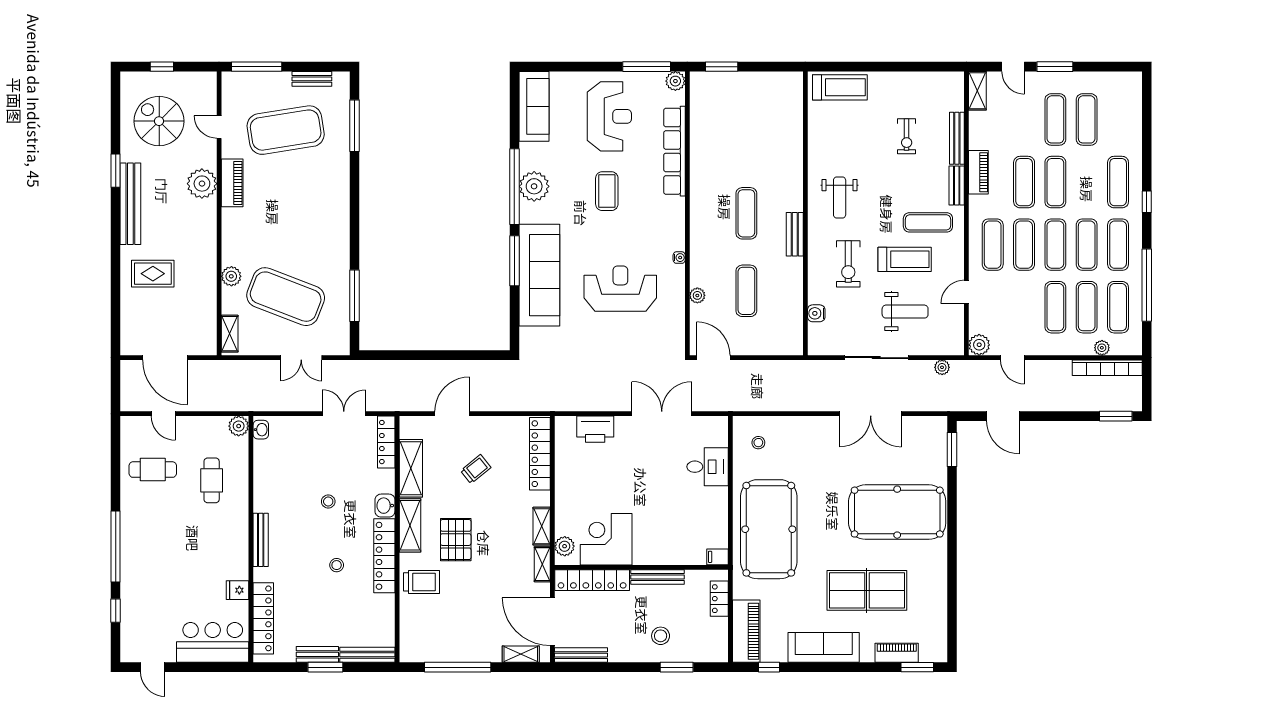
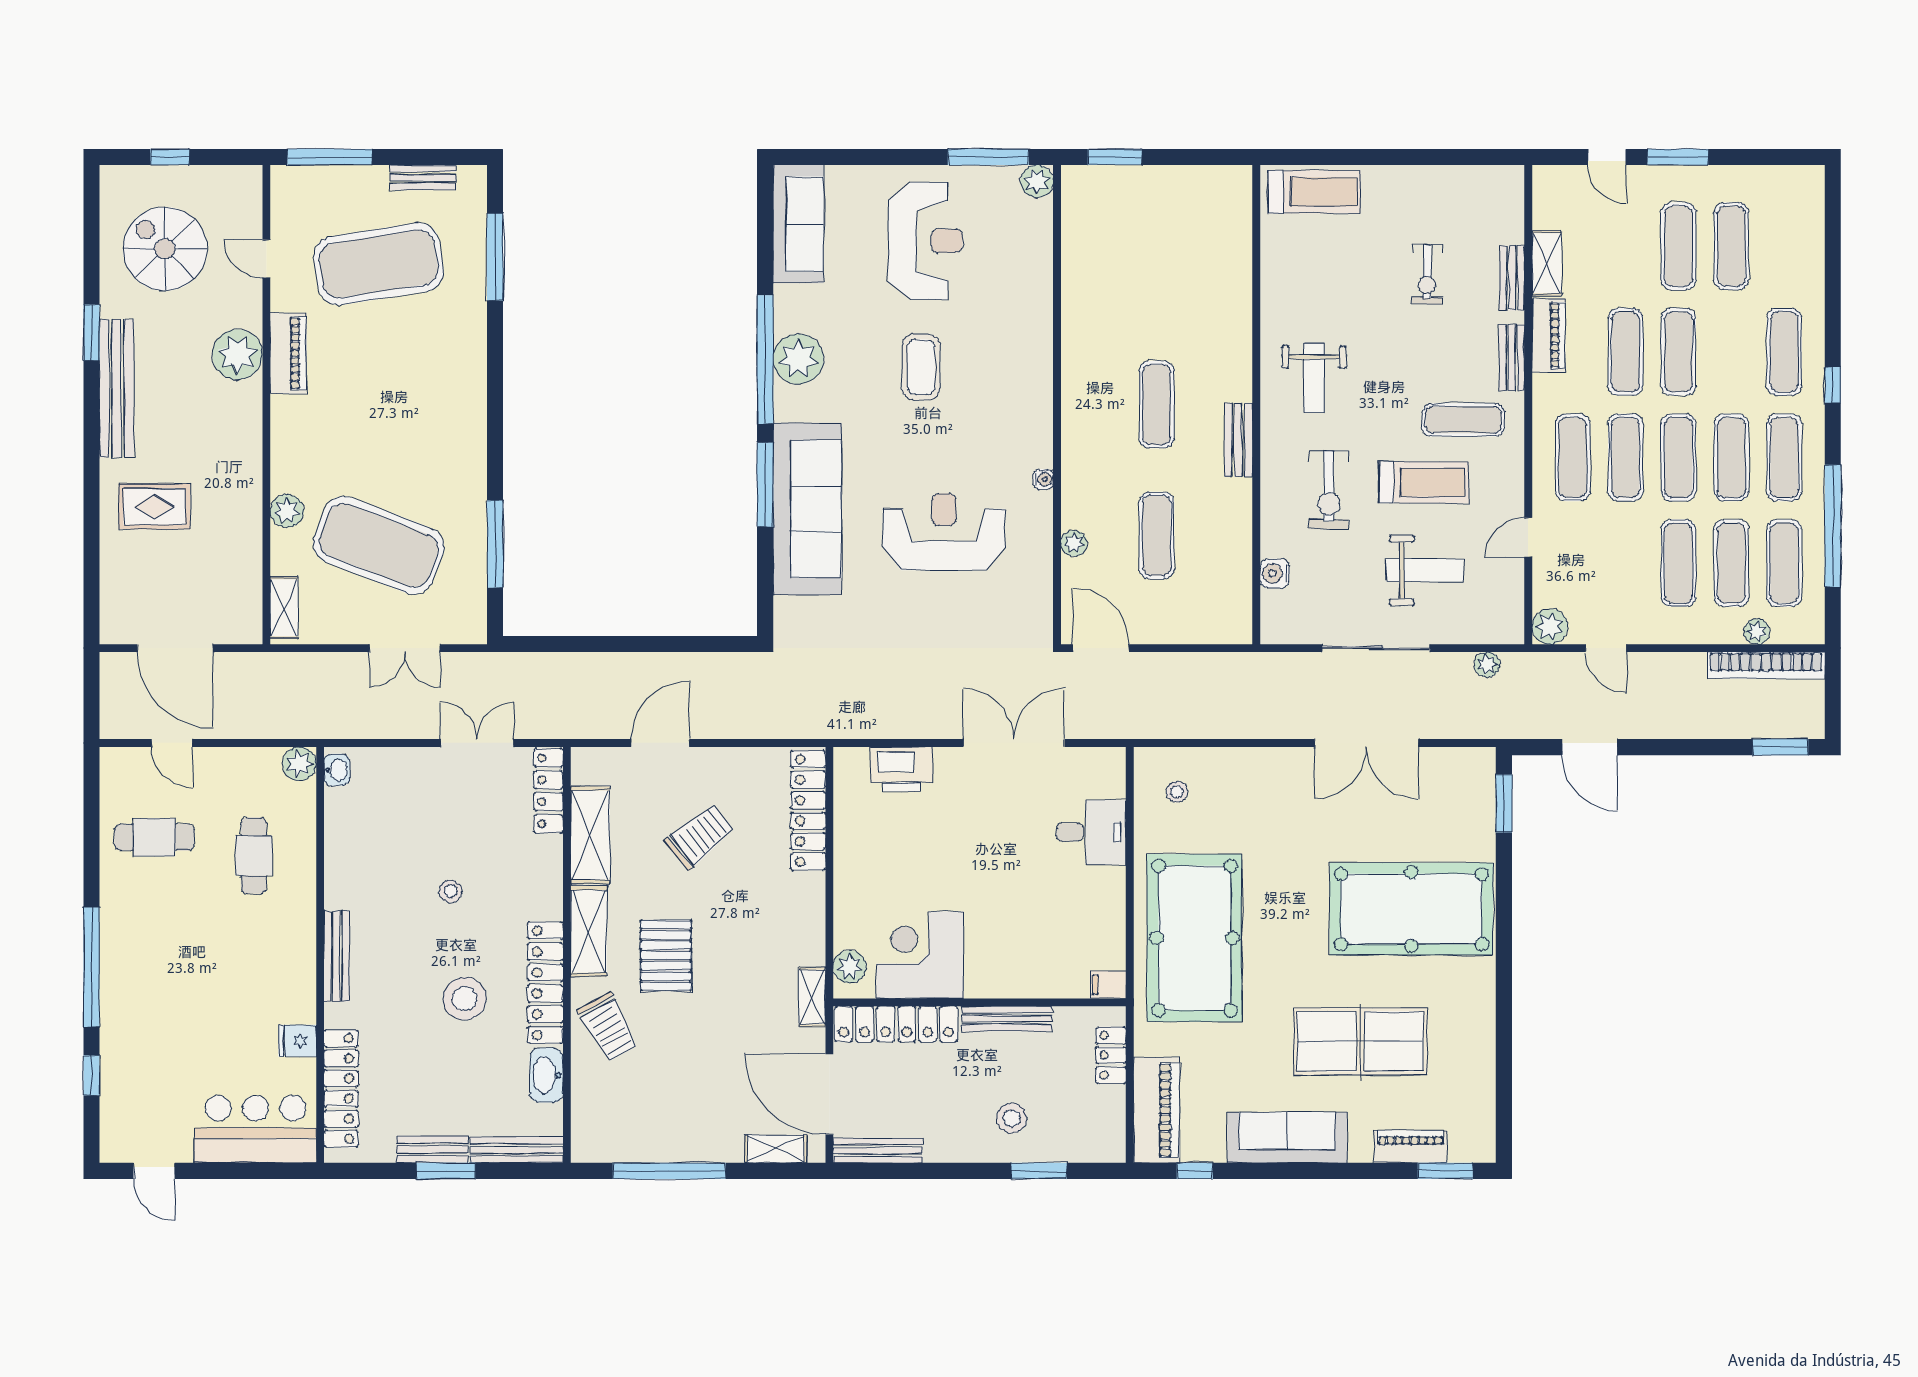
shelving: (977, 91) -> (1547, 263), moved
bench: (957, 138) -> (1512, 278), width x0.73
row of seats: (674, 151) -> (1035, 300), removed
trolley: (476, 469) -> (700, 837), width x1.36, depth x1.39
washbasin: (385, 506) -> (546, 1075), moved, width x1.38
shelving: (542, 526) -> (811, 933), removed
stool: (337, 565) -> (465, 999), width x1.89, depth x1.89
trolley: (422, 582) -> (608, 1027), turned 61

